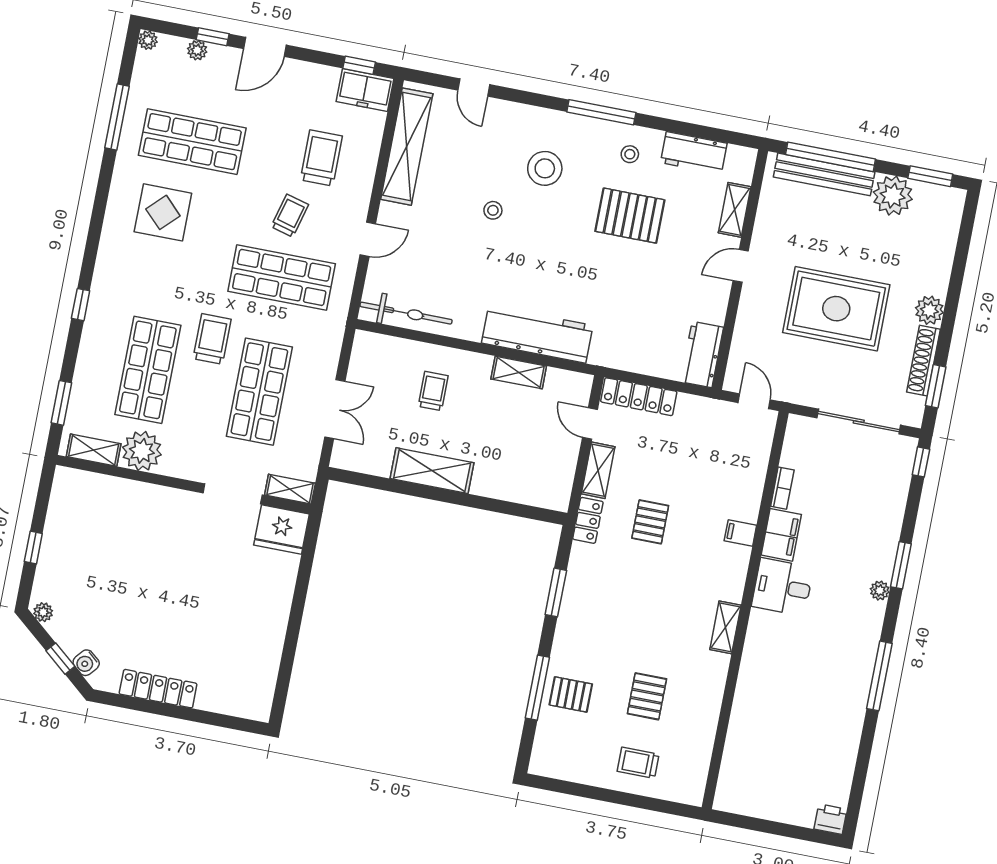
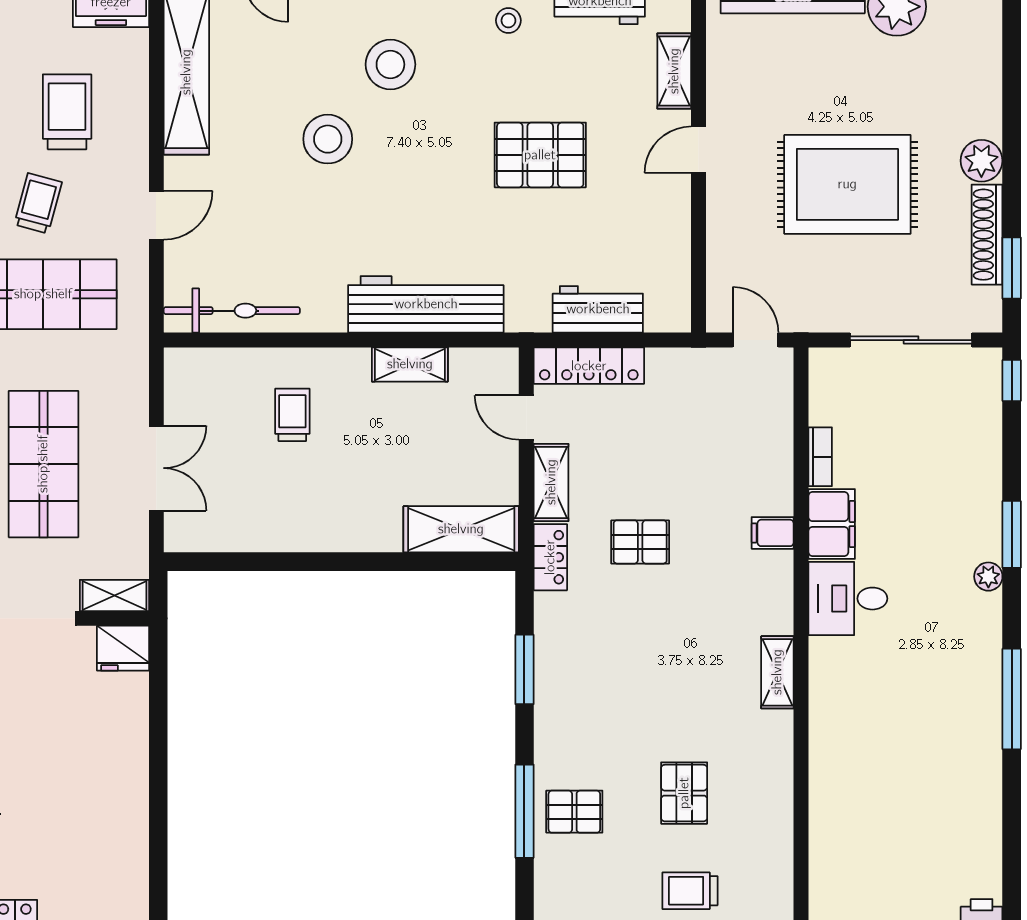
stool: (493, 210) -> (328, 139), width x1.89, depth x1.89
pallet: (630, 216) -> (540, 155), moved
workbench: (702, 355) -> (598, 309), moved, turned 90
shelving: (432, 471) -> (461, 529), moved
pallet: (650, 522) -> (640, 542), turned 90
fridge: (282, 530) -> (123, 648), width x0.73, depth x0.75

